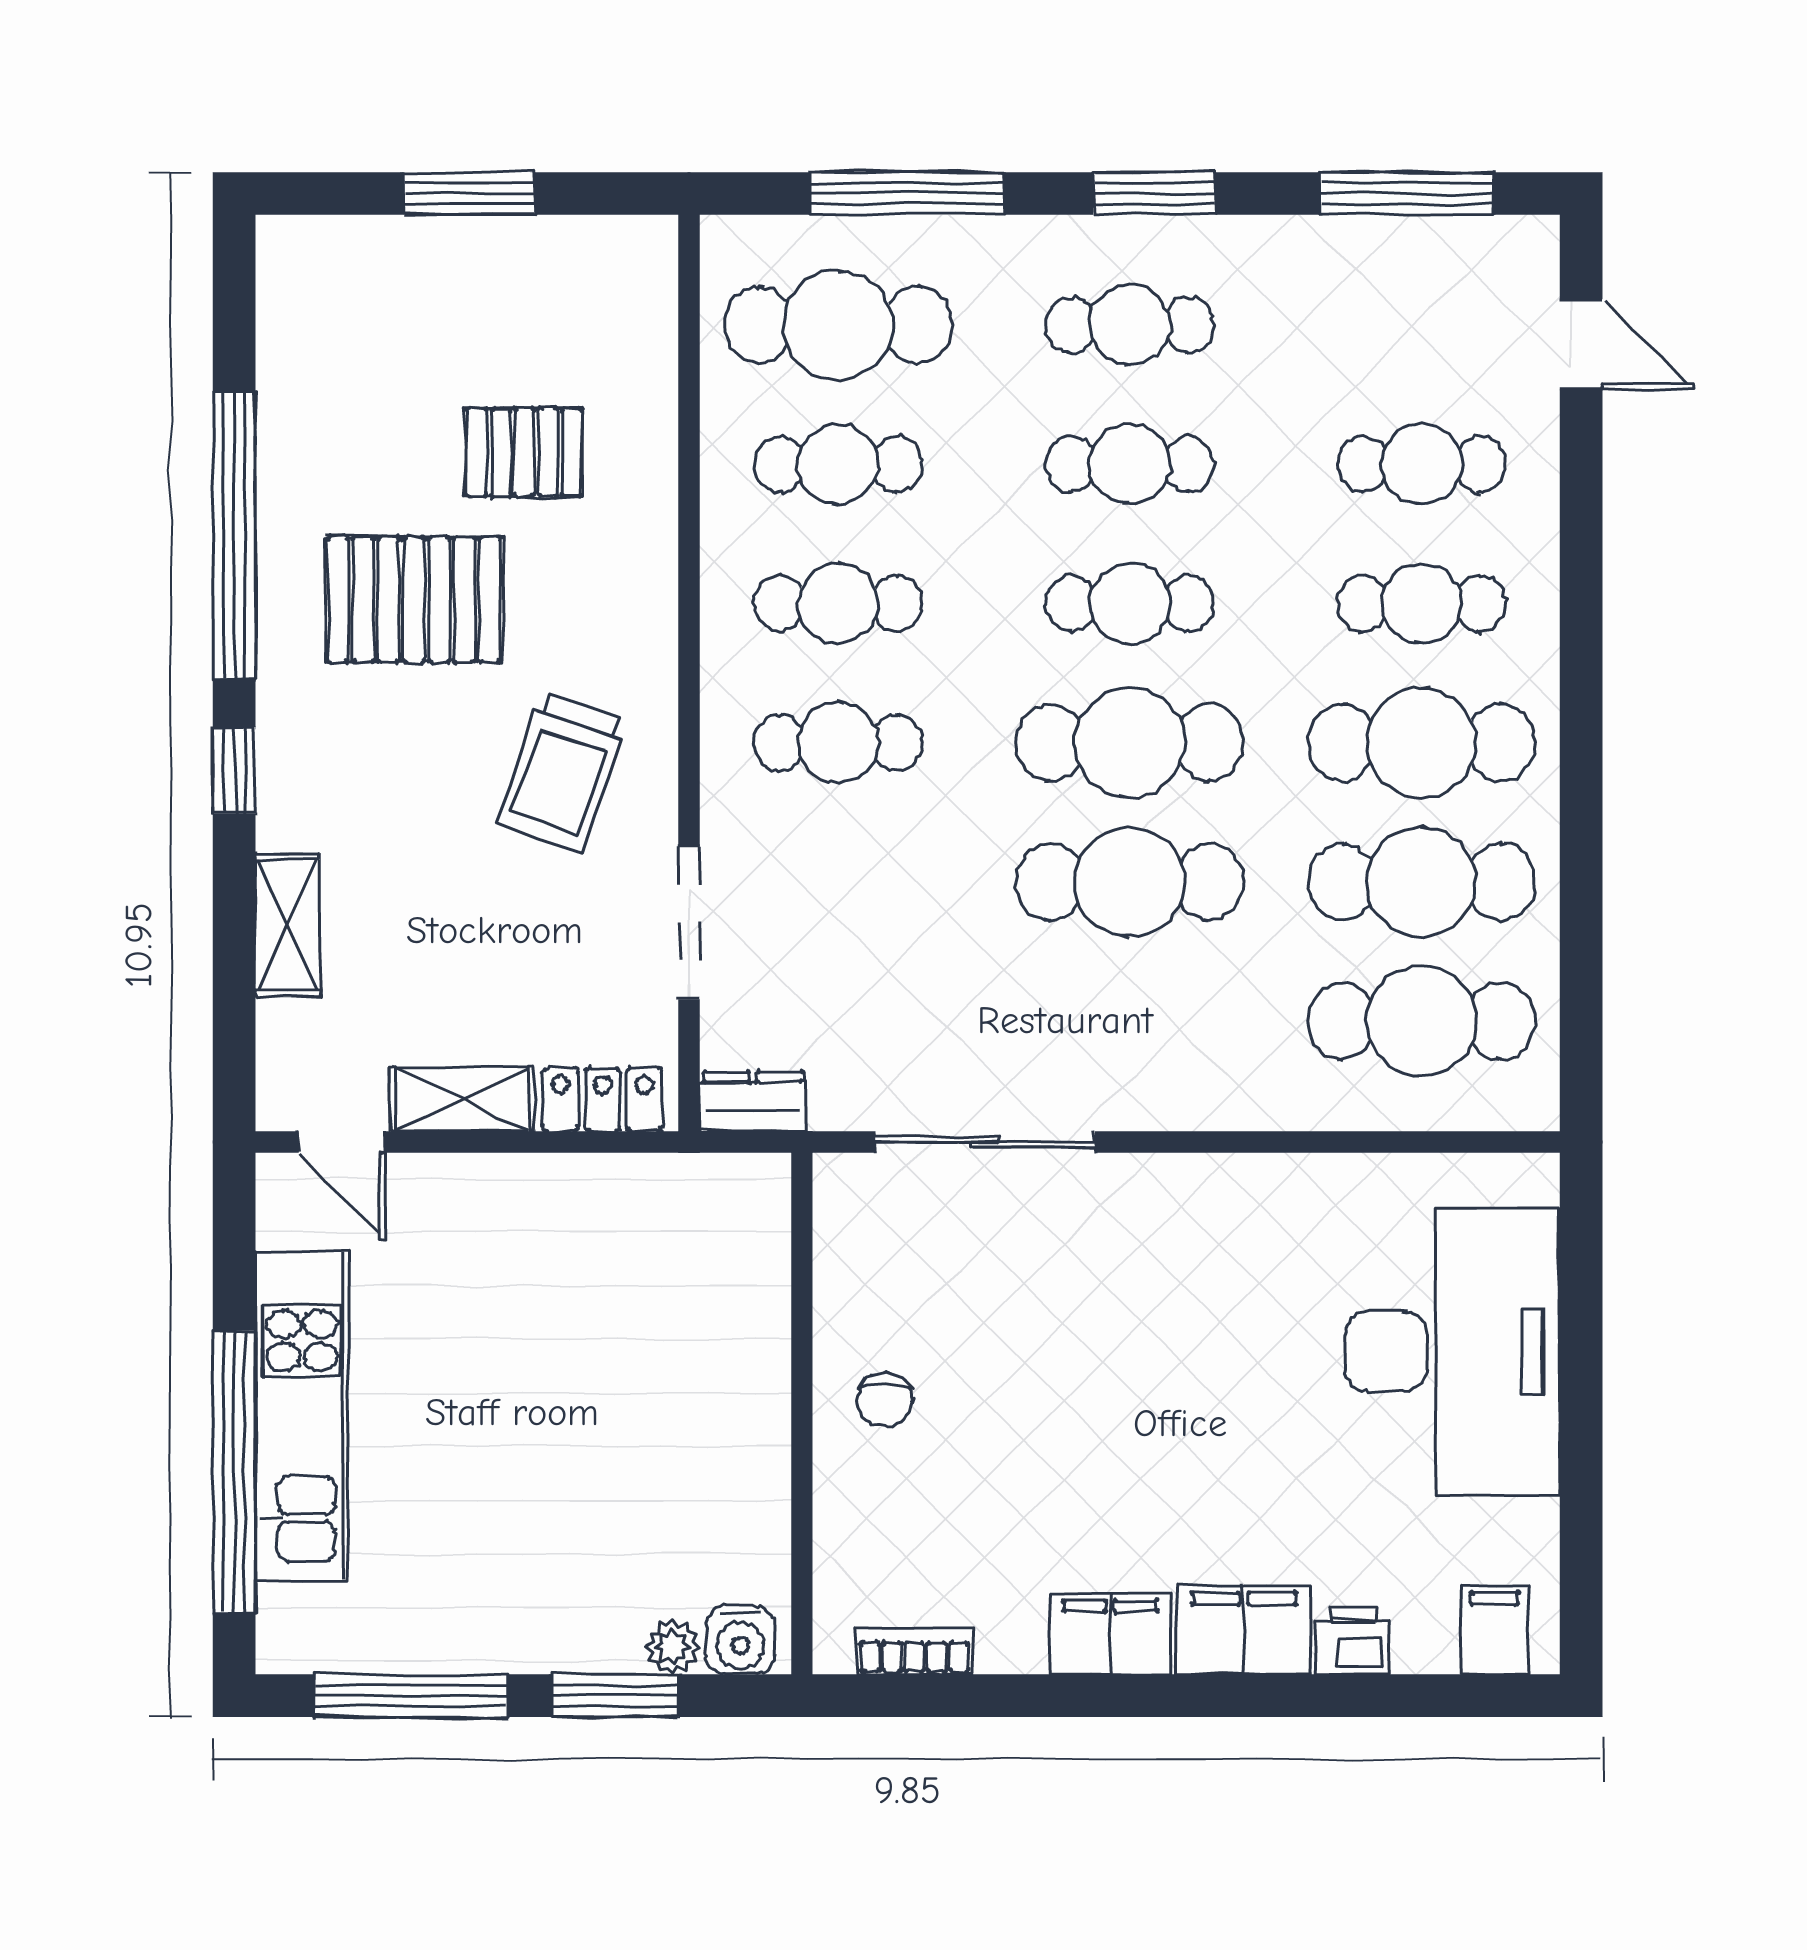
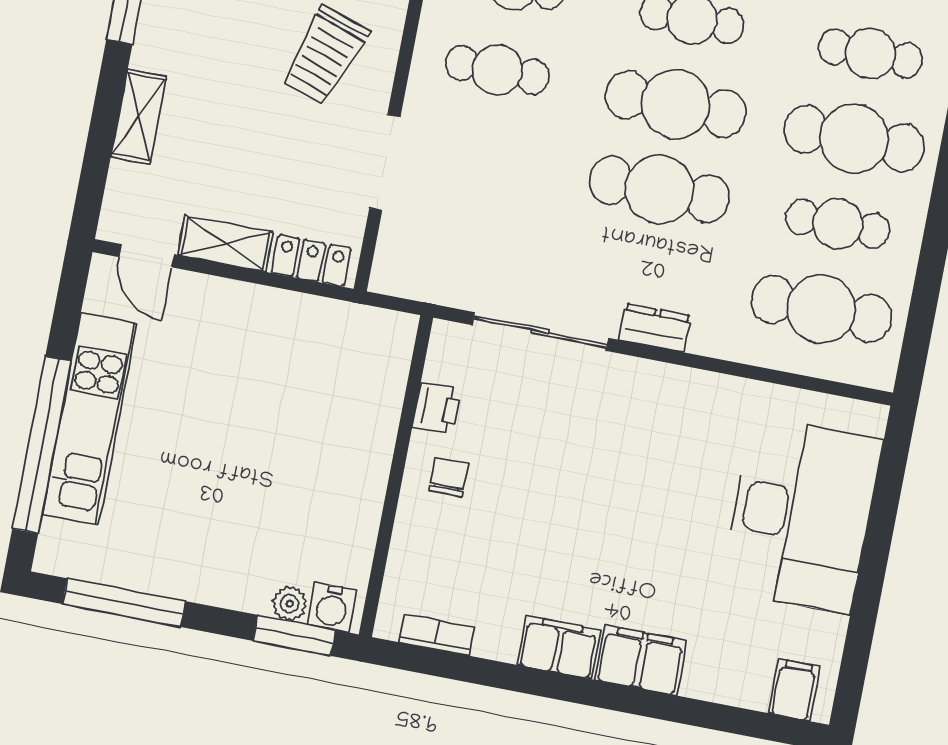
cafe table: (1421, 882) -> (838, 224), width x0.73, depth x0.74
dresser: (753, 1101) -> (655, 328), moved
chair: (885, 1400) -> (448, 477), turned 180
printer: (1353, 1641) -> (437, 408), moved, turned 90
window: (615, 1696) -> (294, 635), moved

